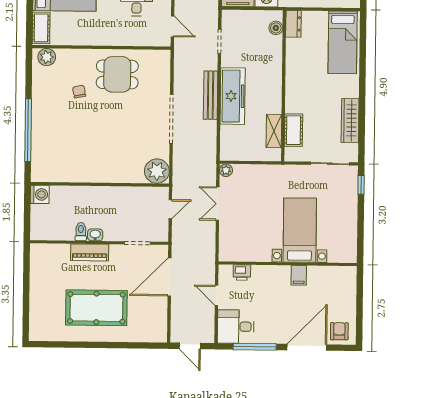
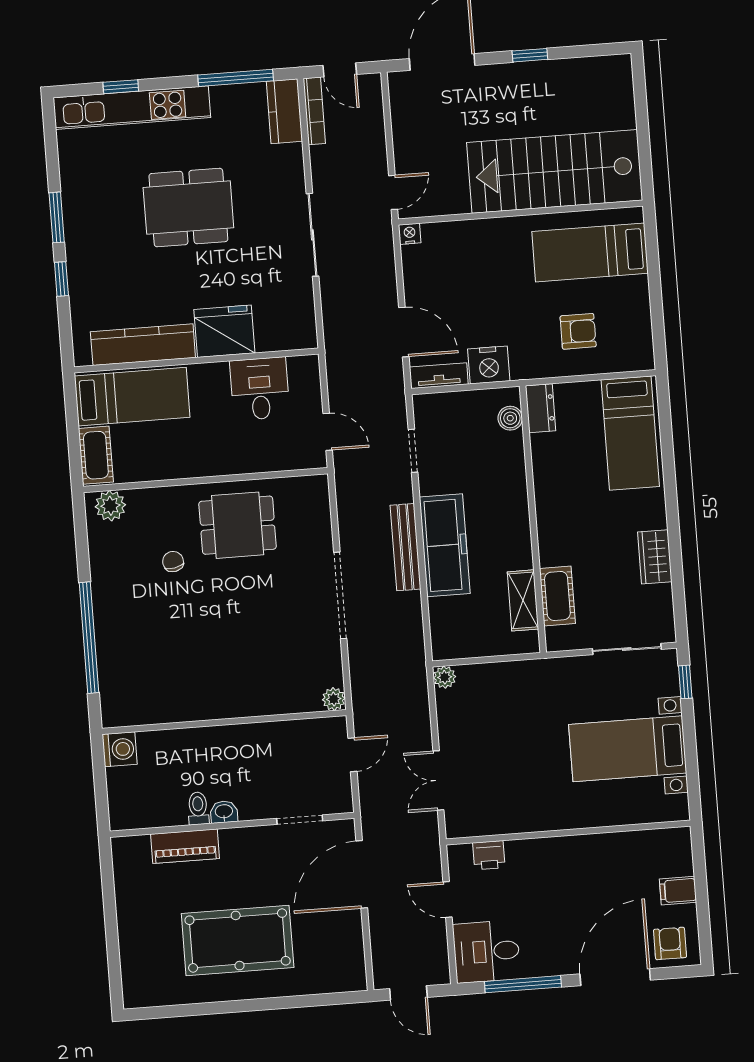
wardrobe: (350, 121) -> (655, 557), width x0.67
plant: (157, 171) -> (334, 699), width x0.53, depth x0.53
double door: (218, 204) -> (438, 780), moved
bed with nightstands: (300, 230) -> (628, 749), moved, turned -90
piano: (90, 252) -> (185, 846), moved
filing cabinet: (299, 275) -> (678, 891), moved, turned 90

